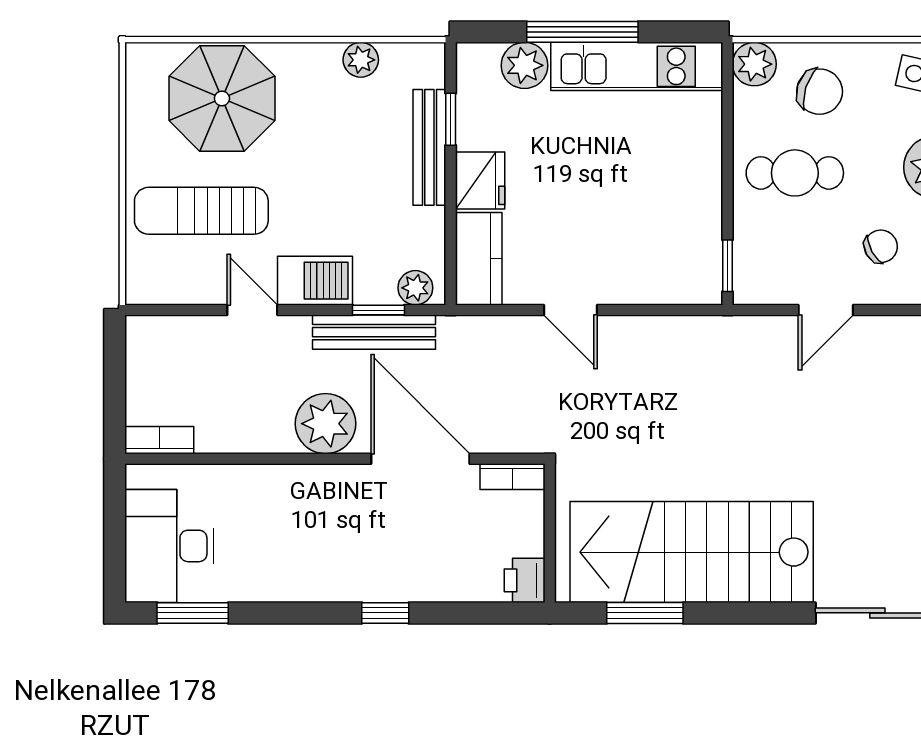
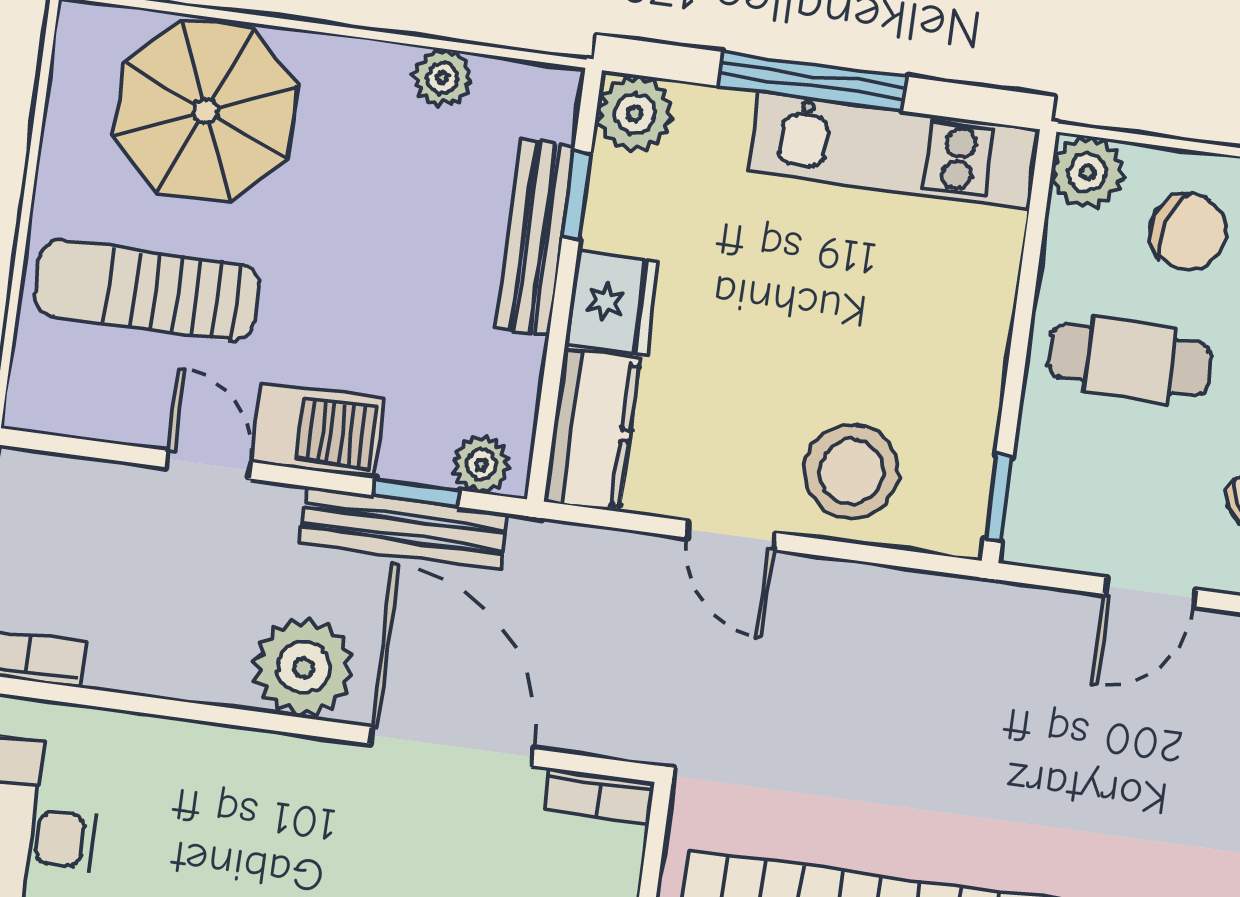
plant: (524, 65) -> (635, 113), moved
stool: (637, 262) -> (851, 471), added

